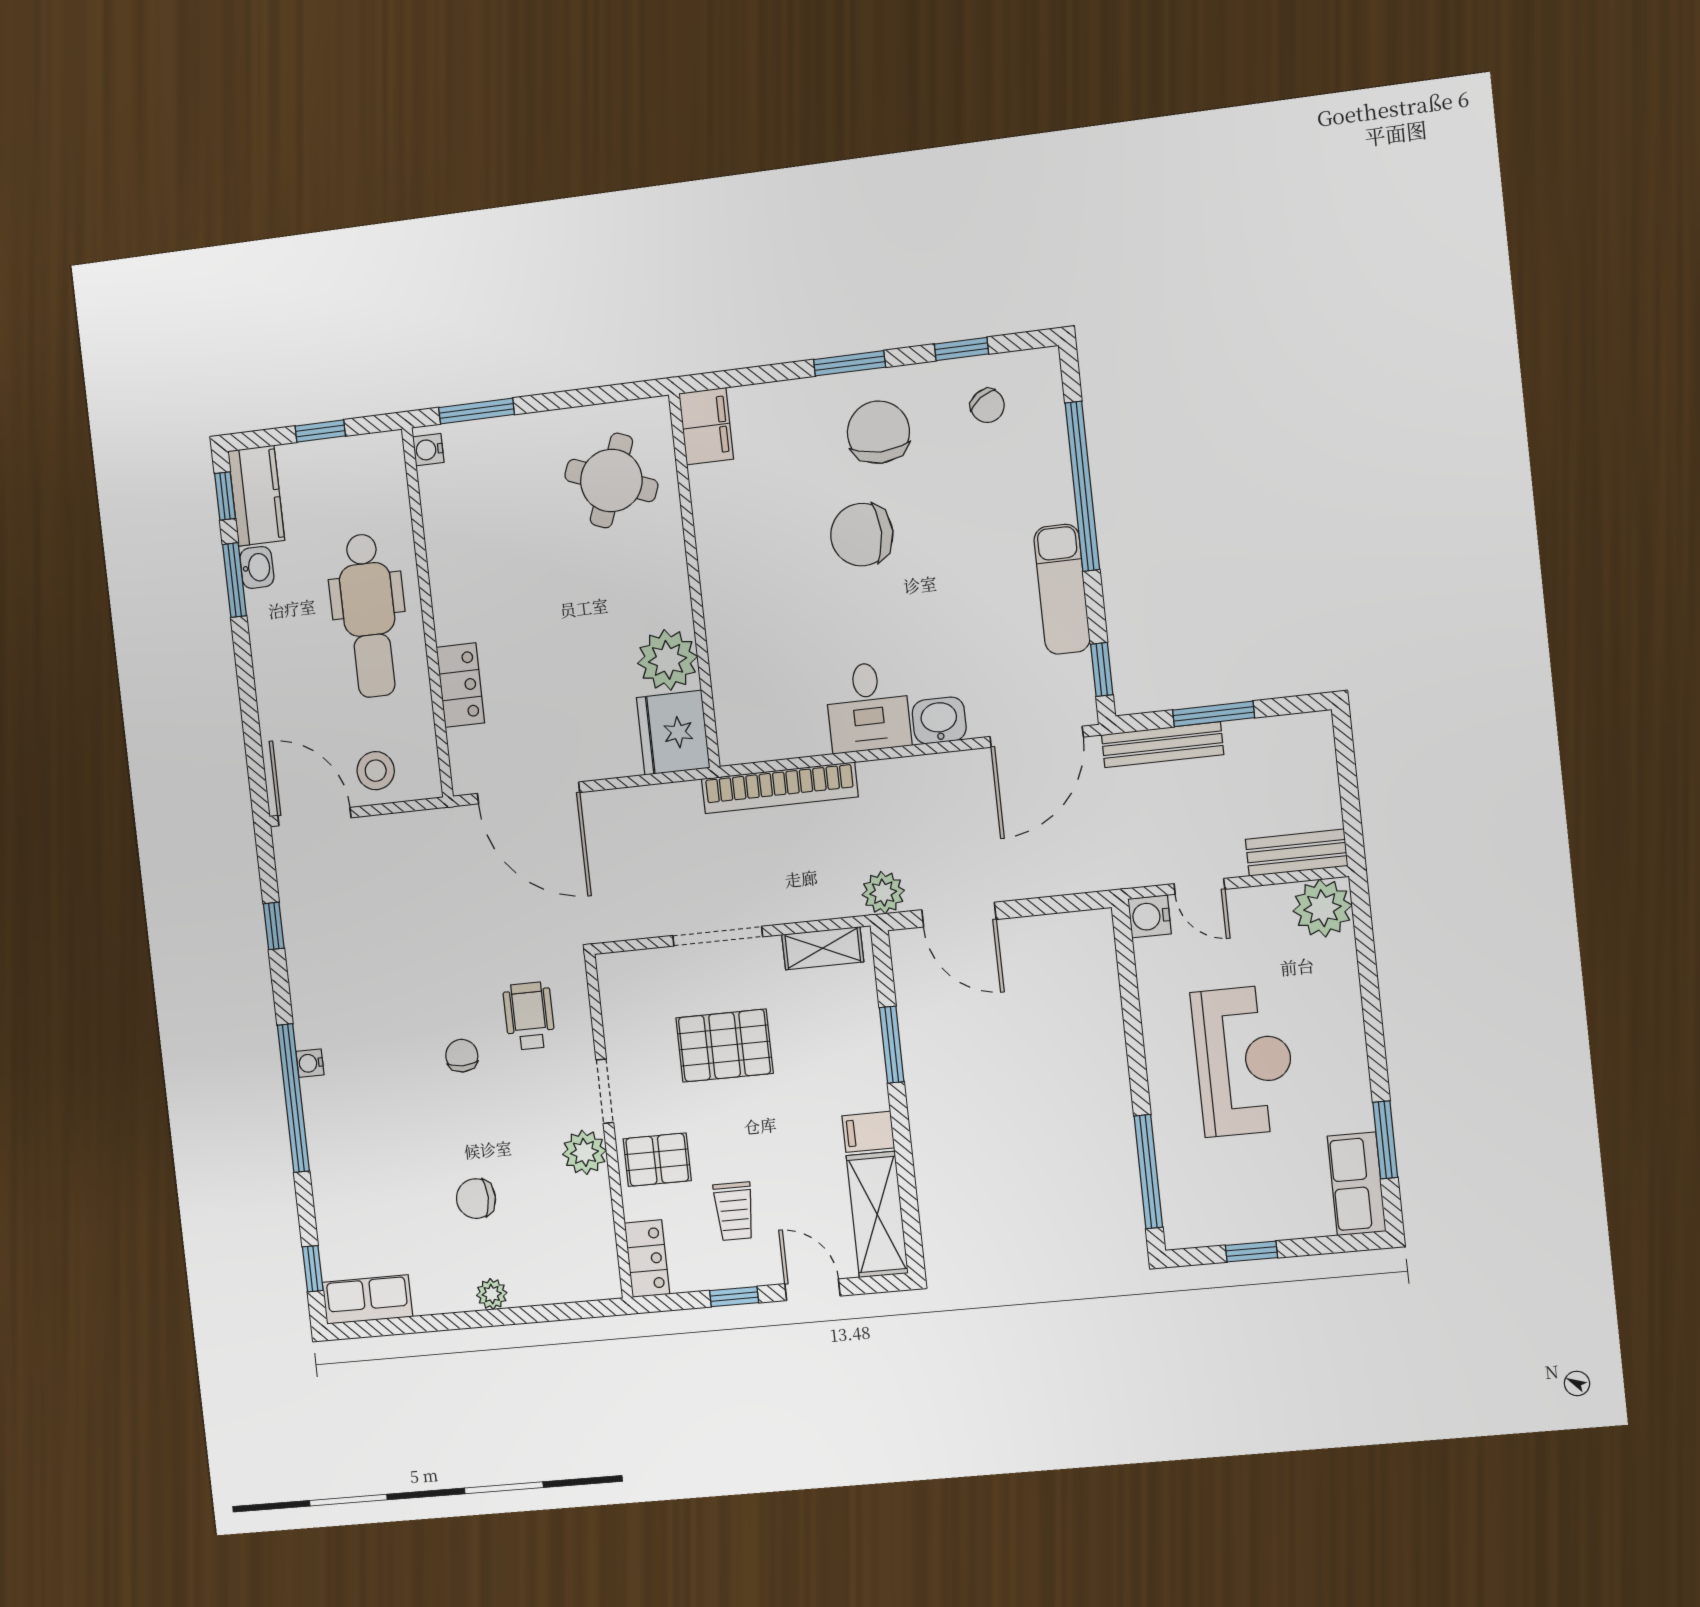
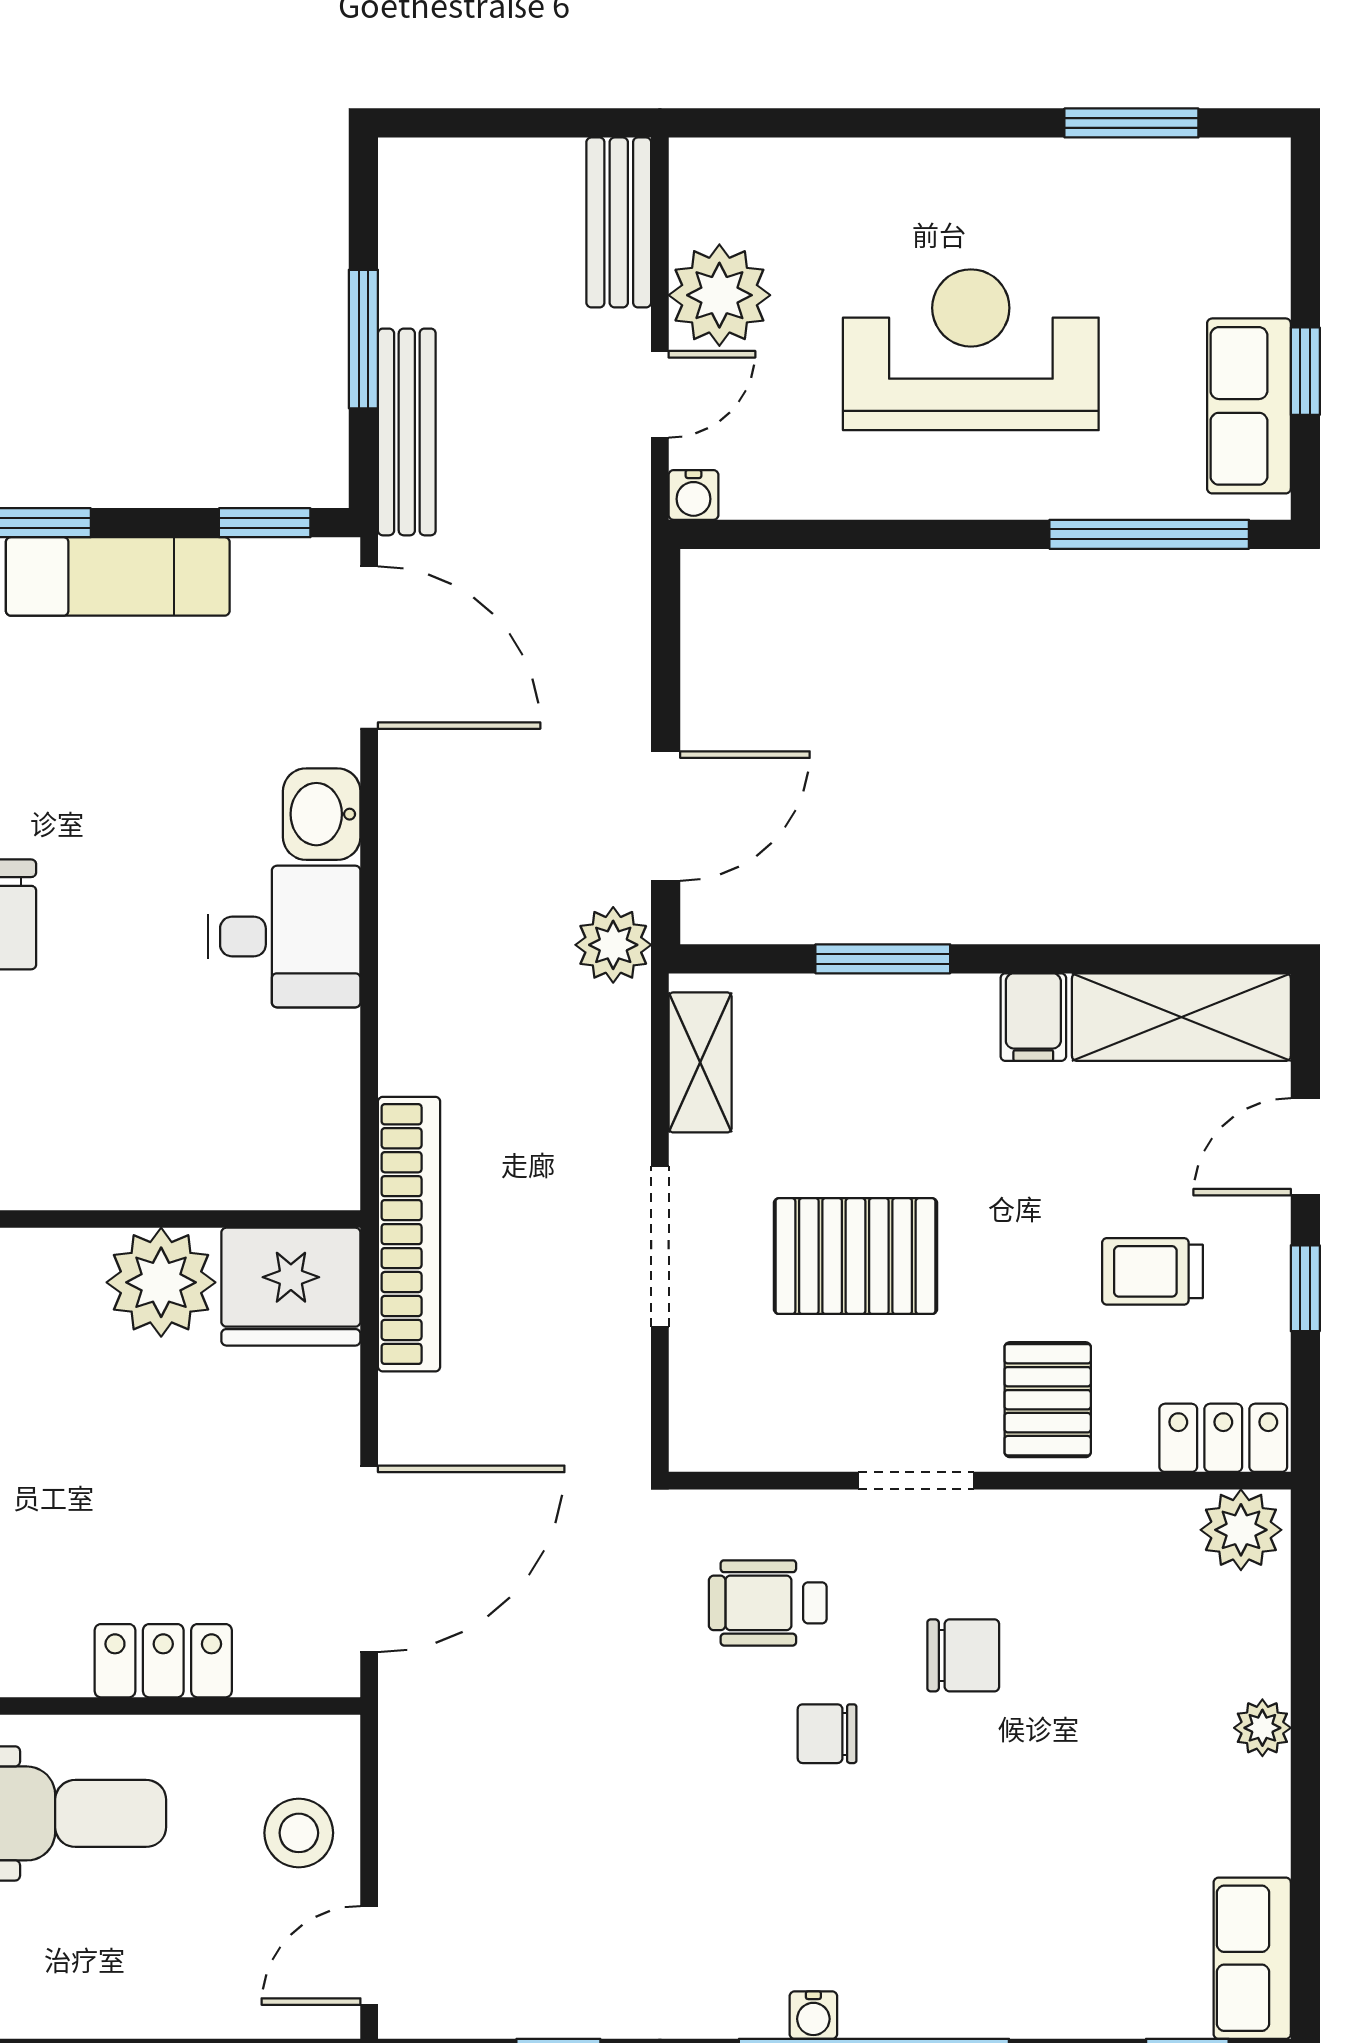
bookcase: (780, 788) -> (409, 1234), moved
door: (314, 817) -> (369, 1955), width x0.73
plant: (1322, 908) -> (719, 295), moved
water cooler: (1150, 916) -> (693, 495), width x0.72, depth x0.72
pallet: (725, 1046) -> (855, 1256), turned 90
plant: (584, 1152) -> (1241, 1530), moved
row of seats: (1357, 1184) -> (1249, 406), moved, turned 90
chair: (476, 1199) -> (963, 1655), moved, turned -90
trolley: (734, 1211) -> (1152, 1271), turned 180

